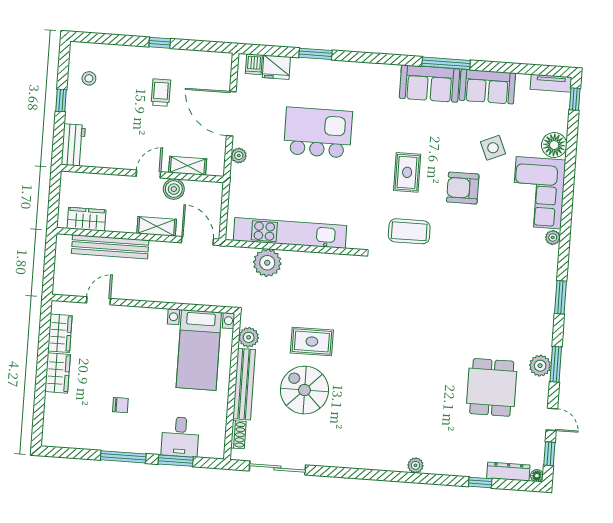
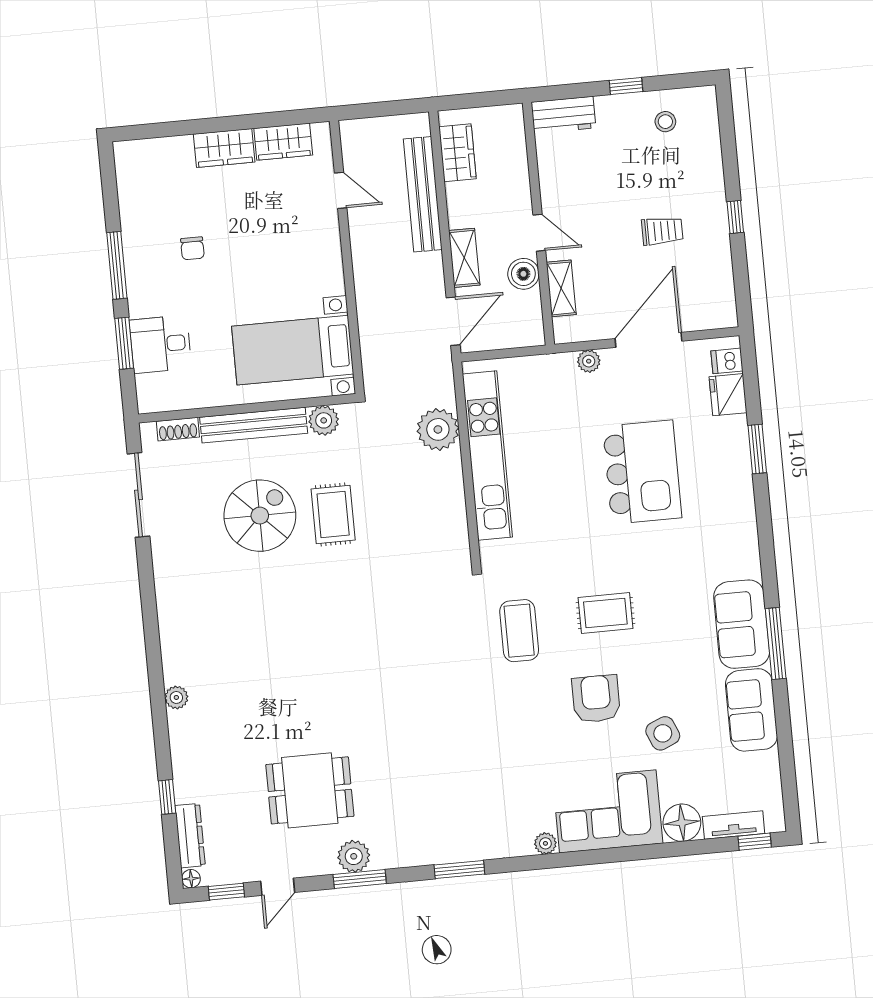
tv unit: (551, 83) -> (734, 825), moved, turned 90

